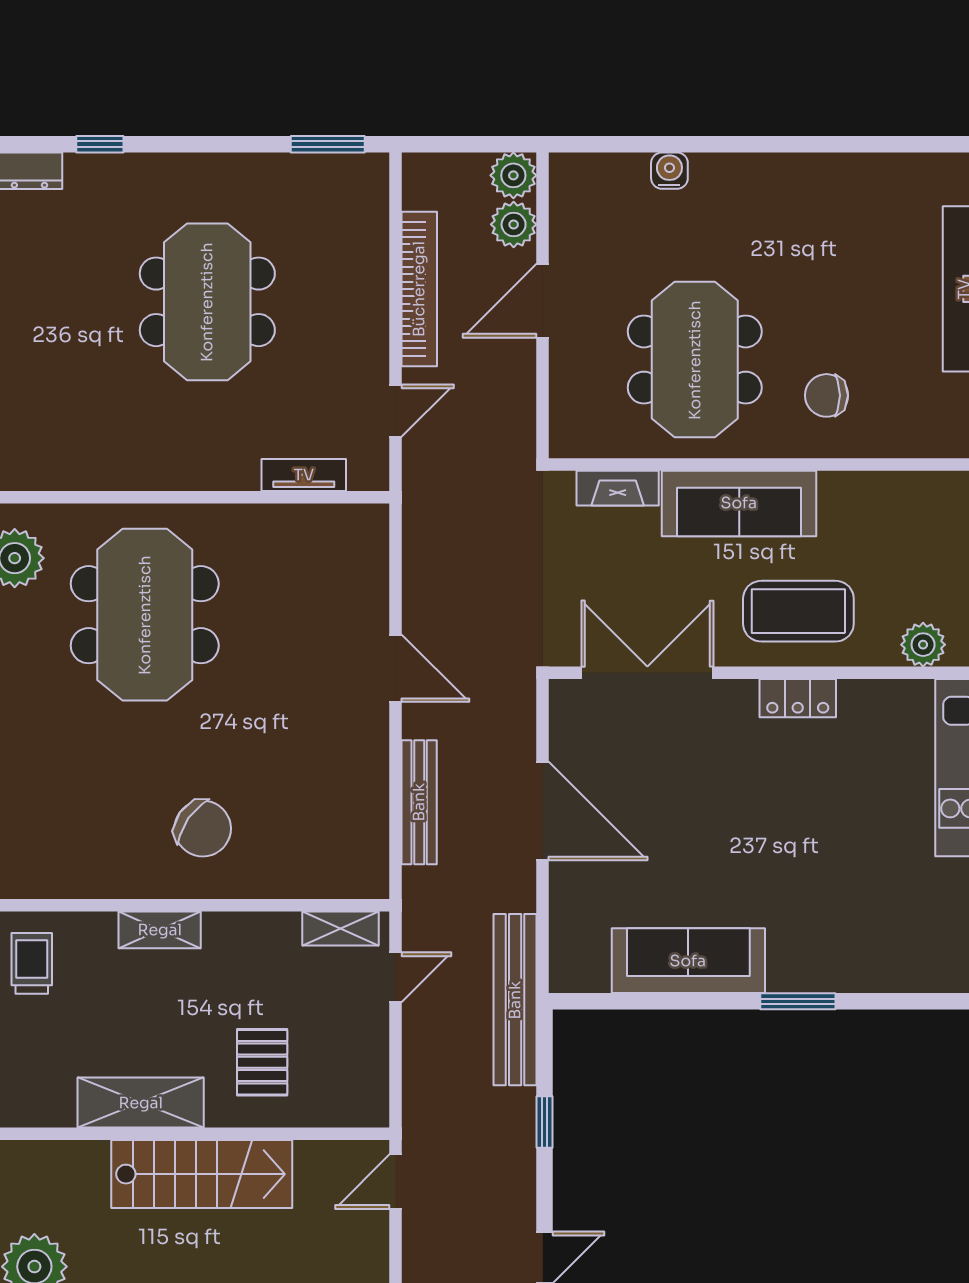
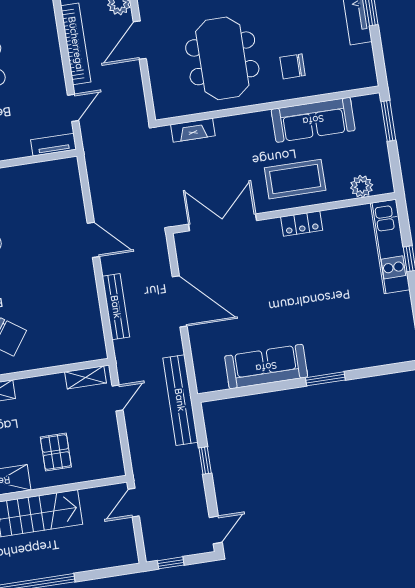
tv unit: (304, 475) -> (53, 145), moved
sofa: (739, 503) -> (313, 120), moved

